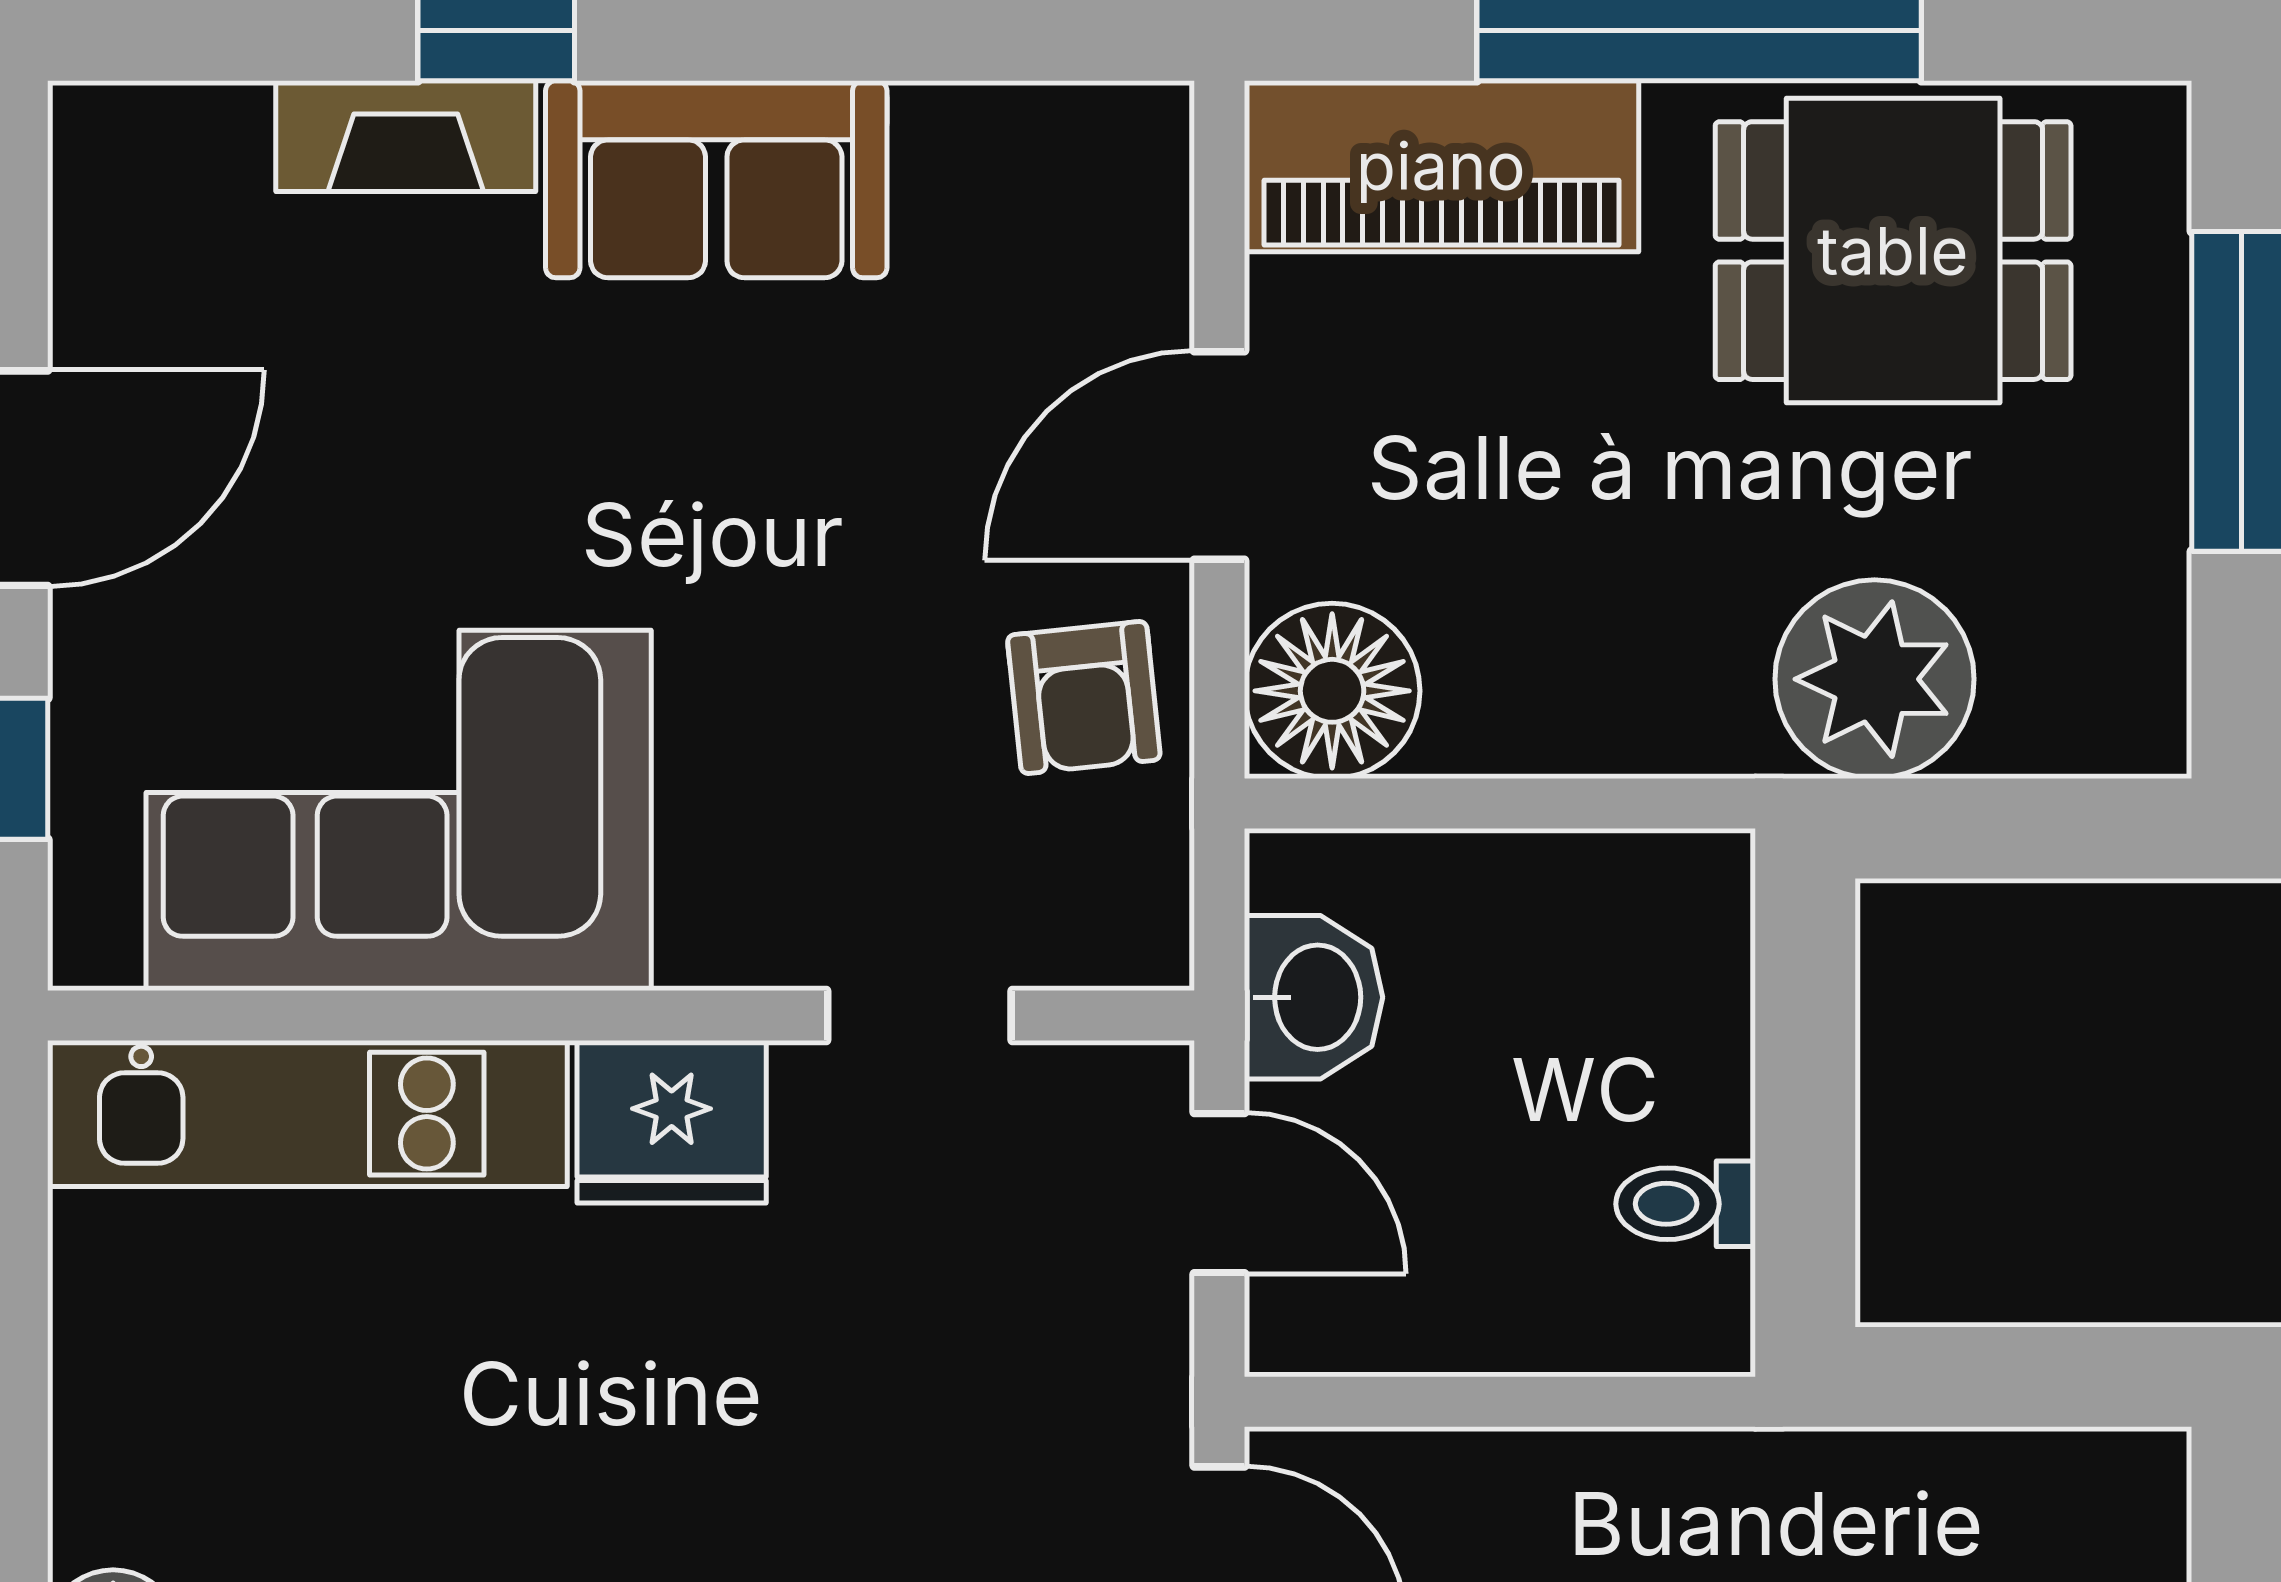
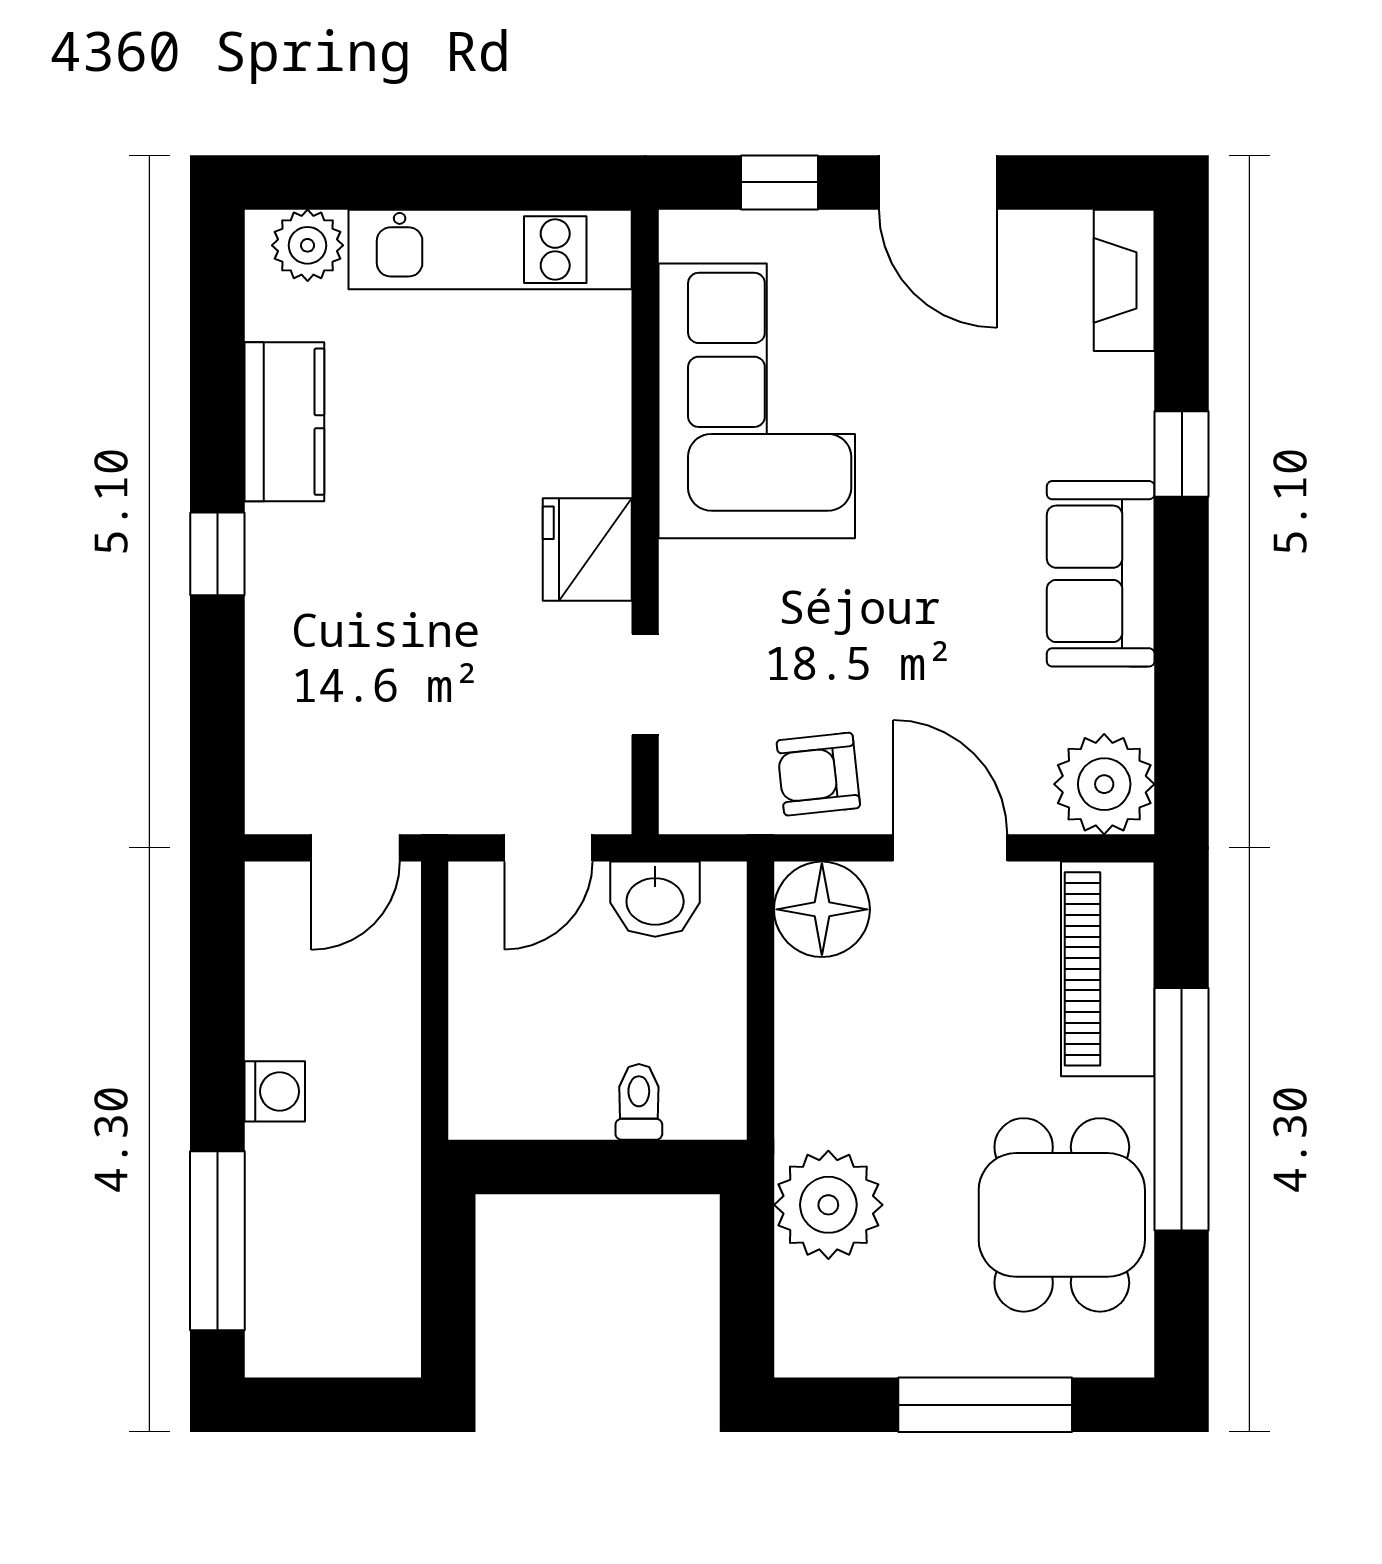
fireplace: (406, 136) -> (1124, 280), moved
plant: (1102, 173) -> (1104, 784), added
kitchen unit: (307, 1114) -> (490, 250), moved, turned -90
toilet: (1686, 1204) -> (639, 1102), moved

